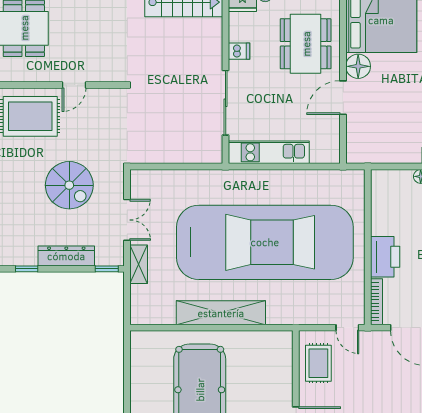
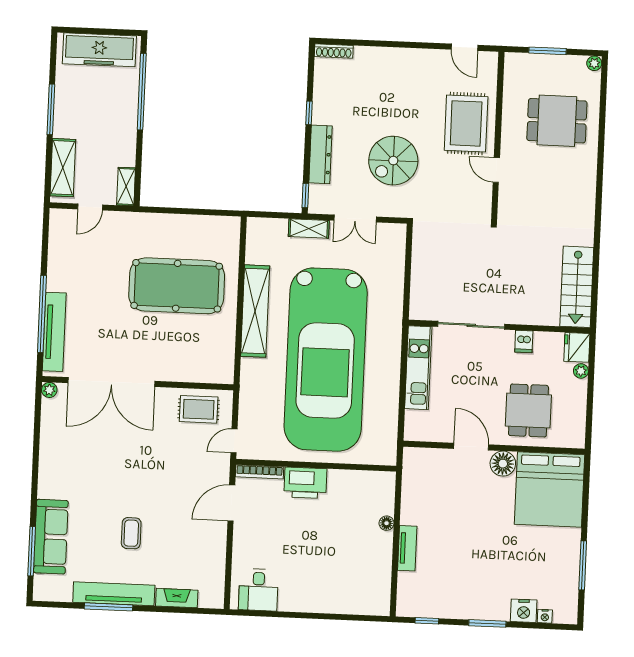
dining table: (306, 44) -> (528, 410), width x0.73

